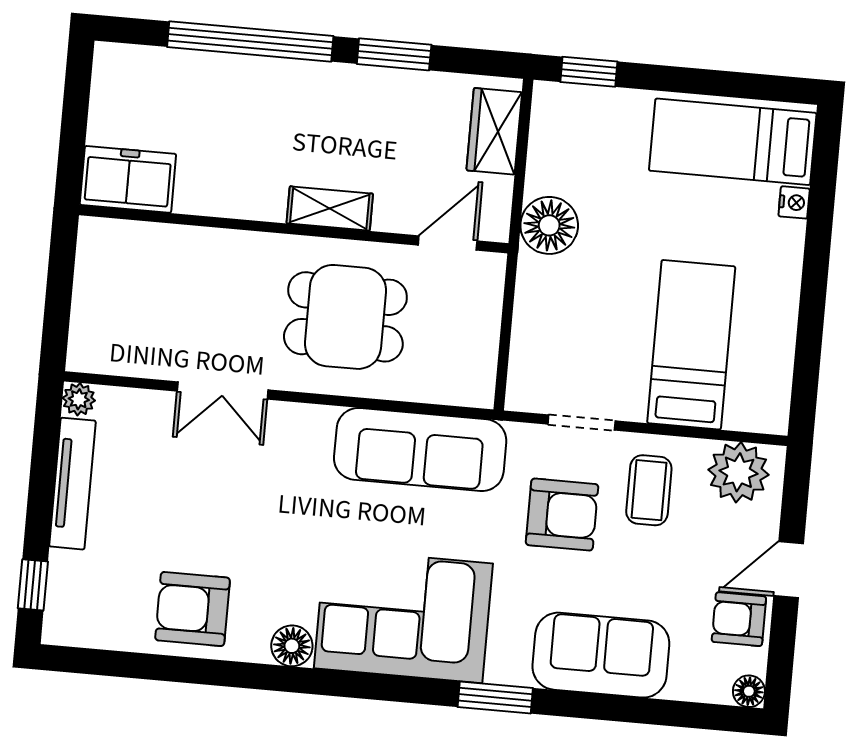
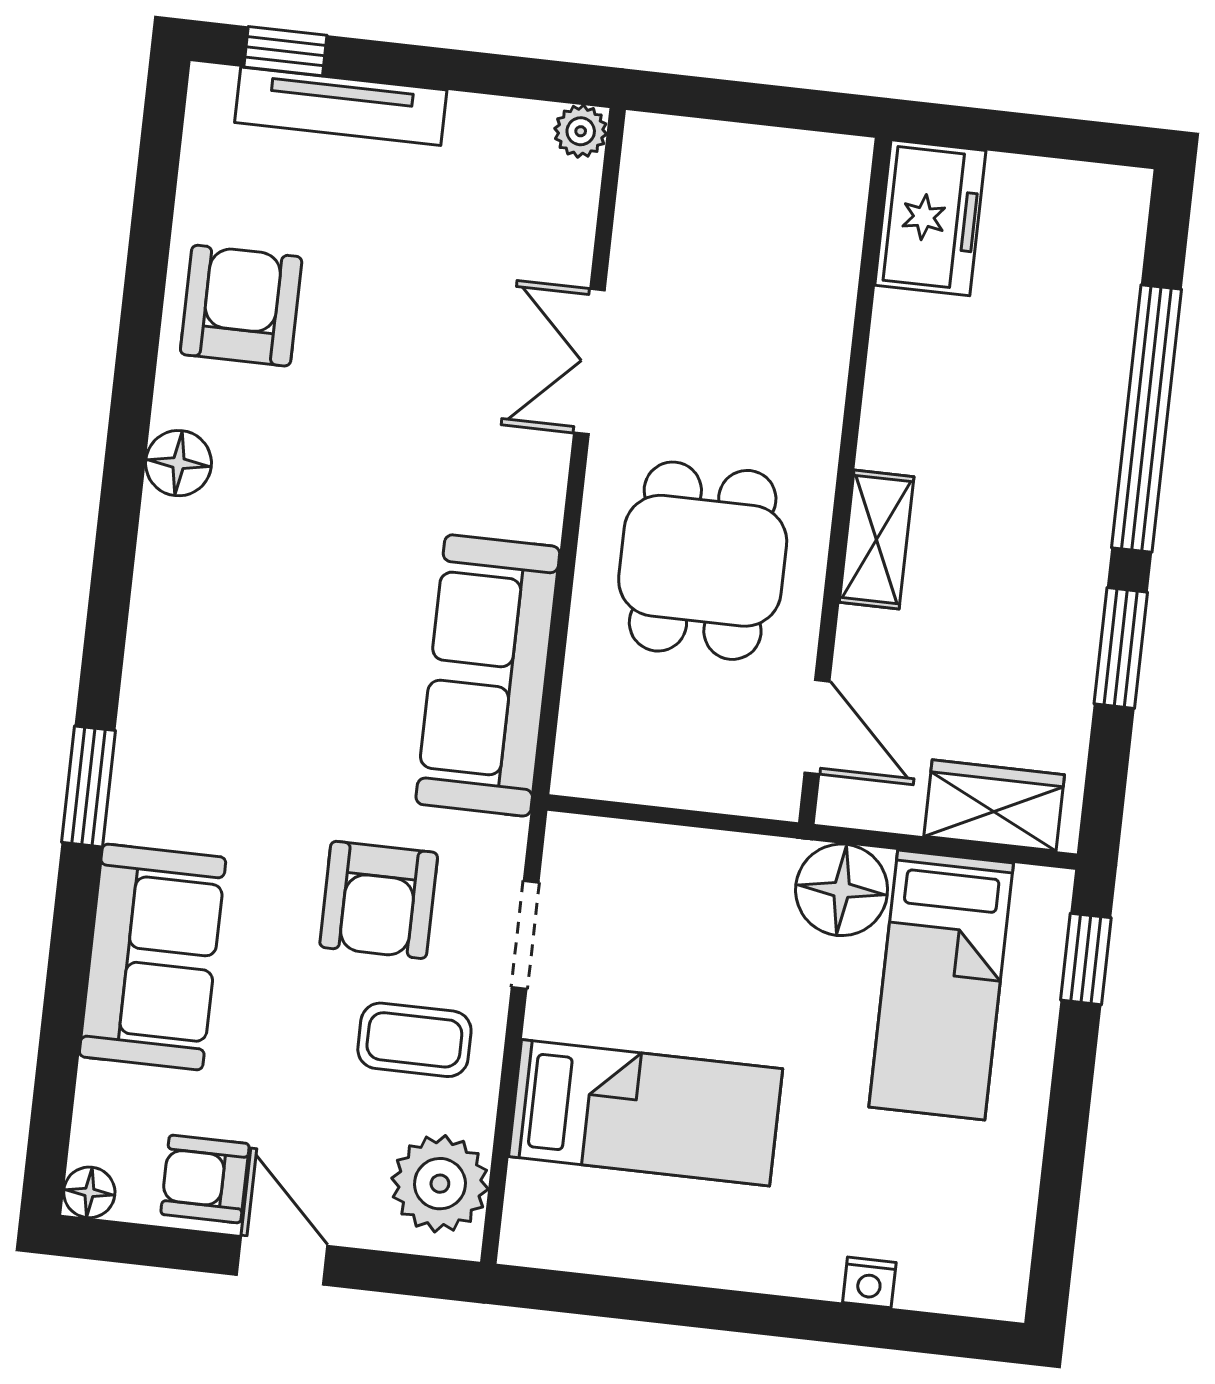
bed: (733, 142) -> (941, 985), moved, turned 180
tv unit: (72, 484) -> (341, 106), moved
corner sofa: (403, 616) -> (222, 642), removed
armchair: (739, 619) -> (205, 1179), turned -90

